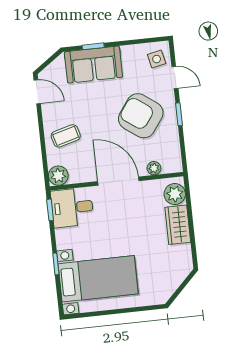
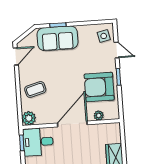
door: (37, 92) -> (16, 56), hinge flipped
armchair: (141, 116) -> (99, 87), moved, turned -36
door: (118, 181) -> (72, 124), hinge flipped
plant: (175, 194) -> (113, 135), removed

